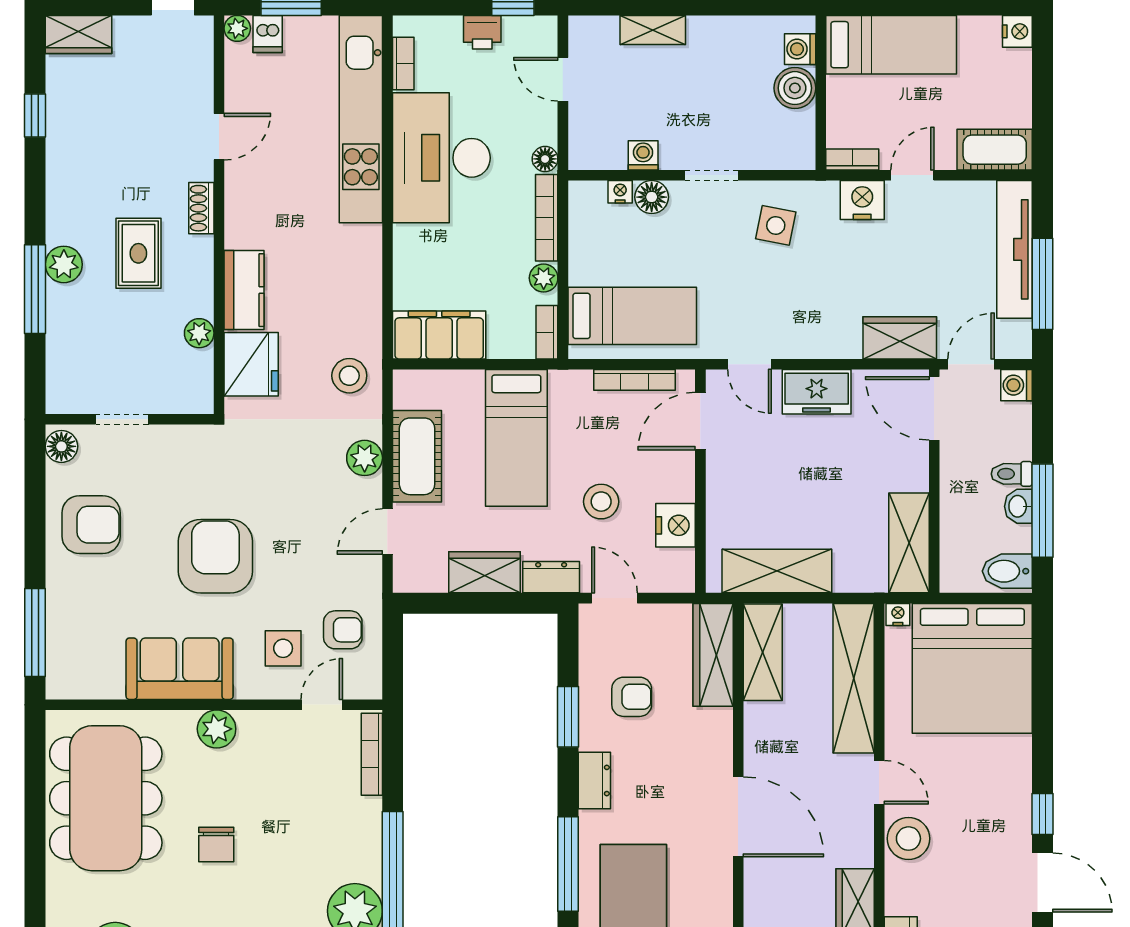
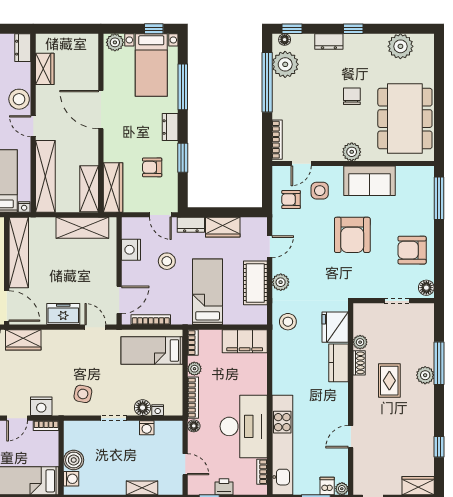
shoe rack: (201, 208) -> (359, 363), moved
shelving: (909, 543) -> (19, 253), width x1.47

